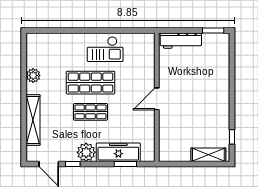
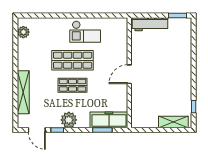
plant: (33, 75) -> (23, 32), moved
freezer: (118, 152) -> (109, 120), moved

